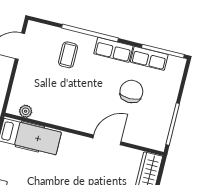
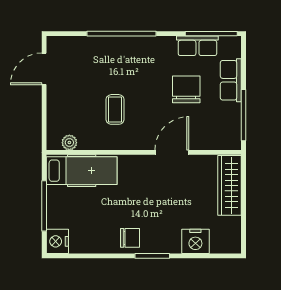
row of seats: (113, 50) -> (231, 80), moved, turned 90
coffee table: (68, 55) -> (115, 109), moved

